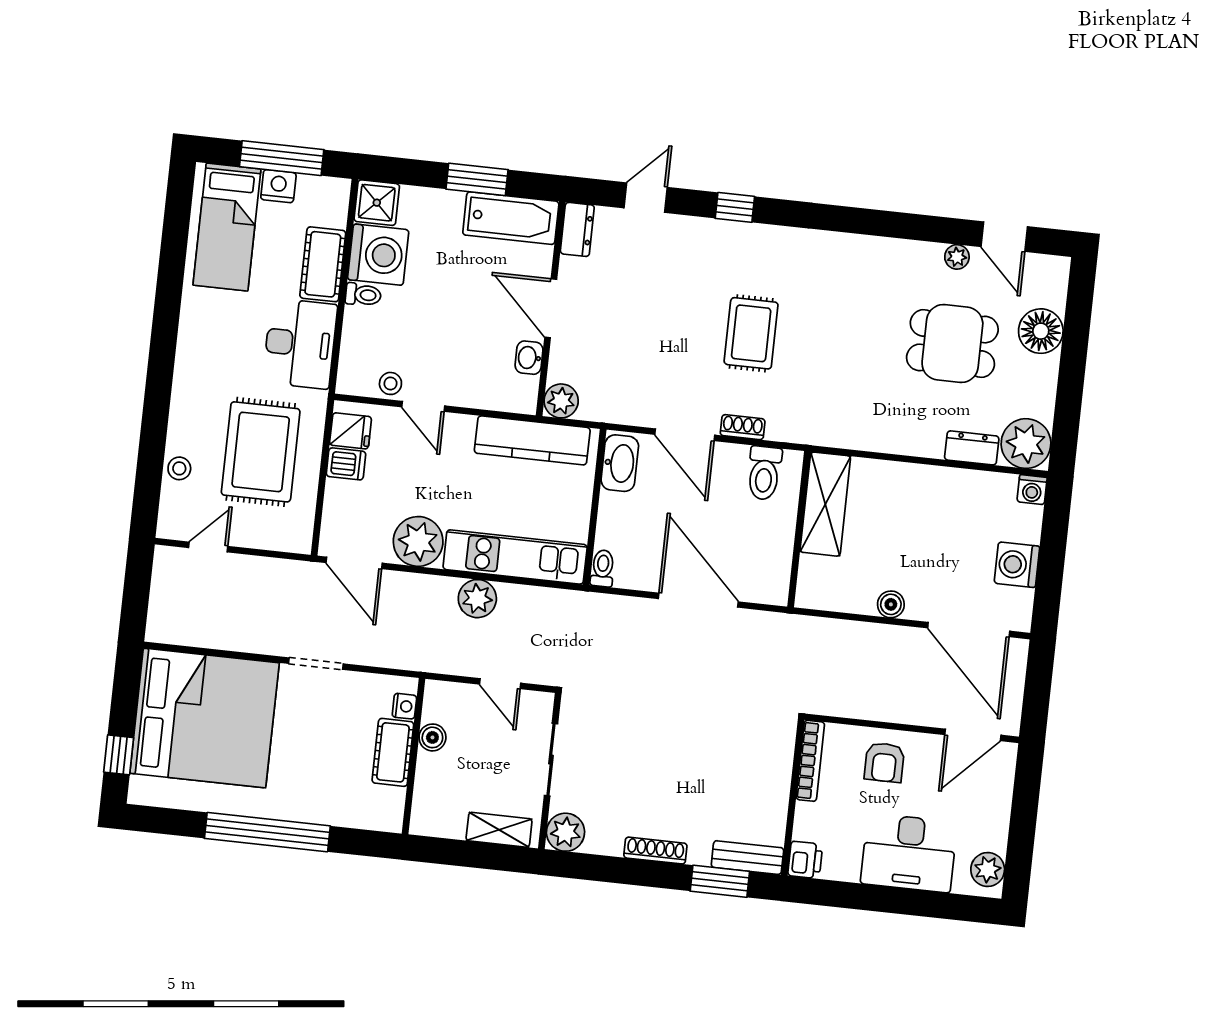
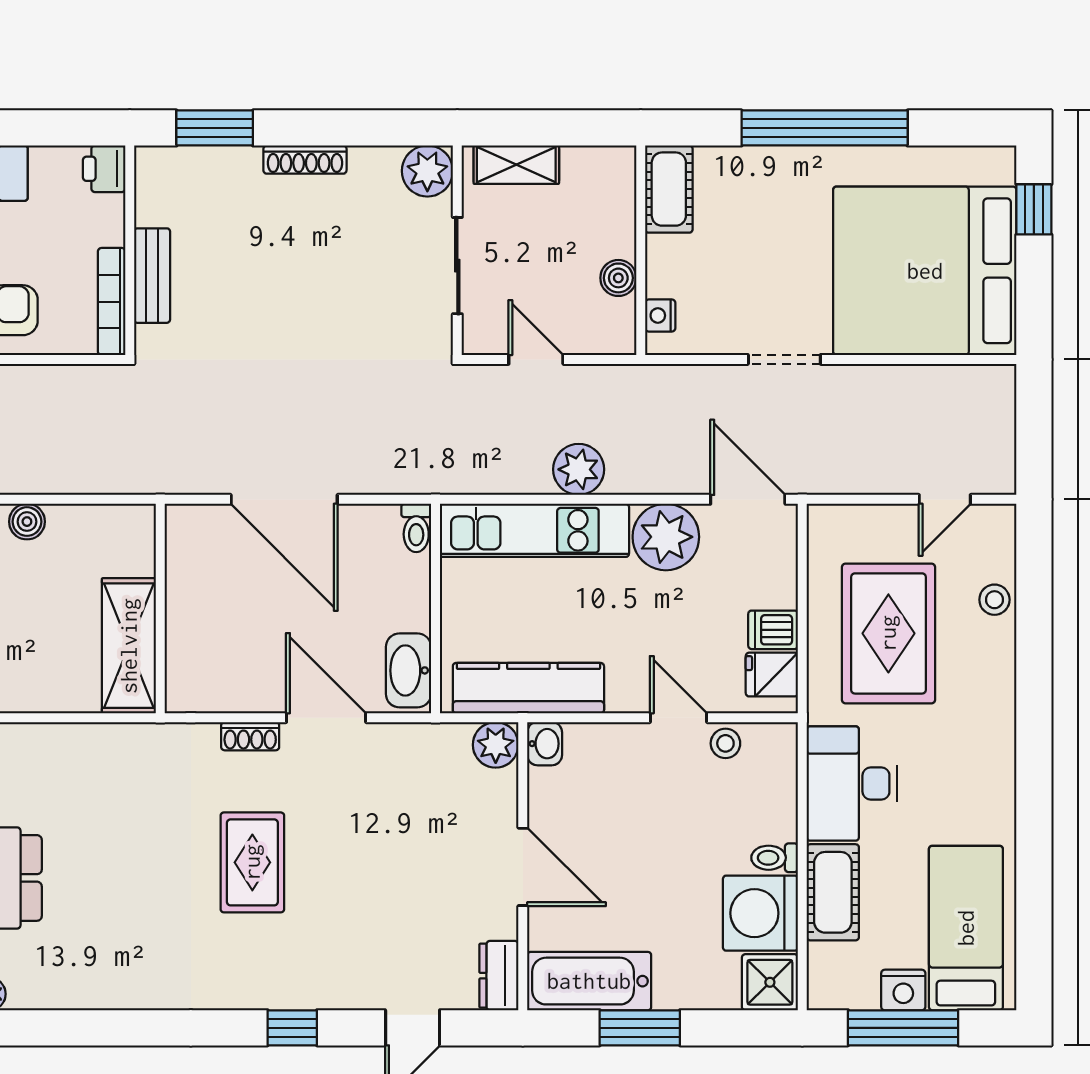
washbasin: (529, 358) -> (545, 744), moved
toilet: (764, 473) -> (215, 678), removed
cot: (393, 752) -> (669, 189), moved
bench: (747, 858) -> (152, 276), moved, turned 90

